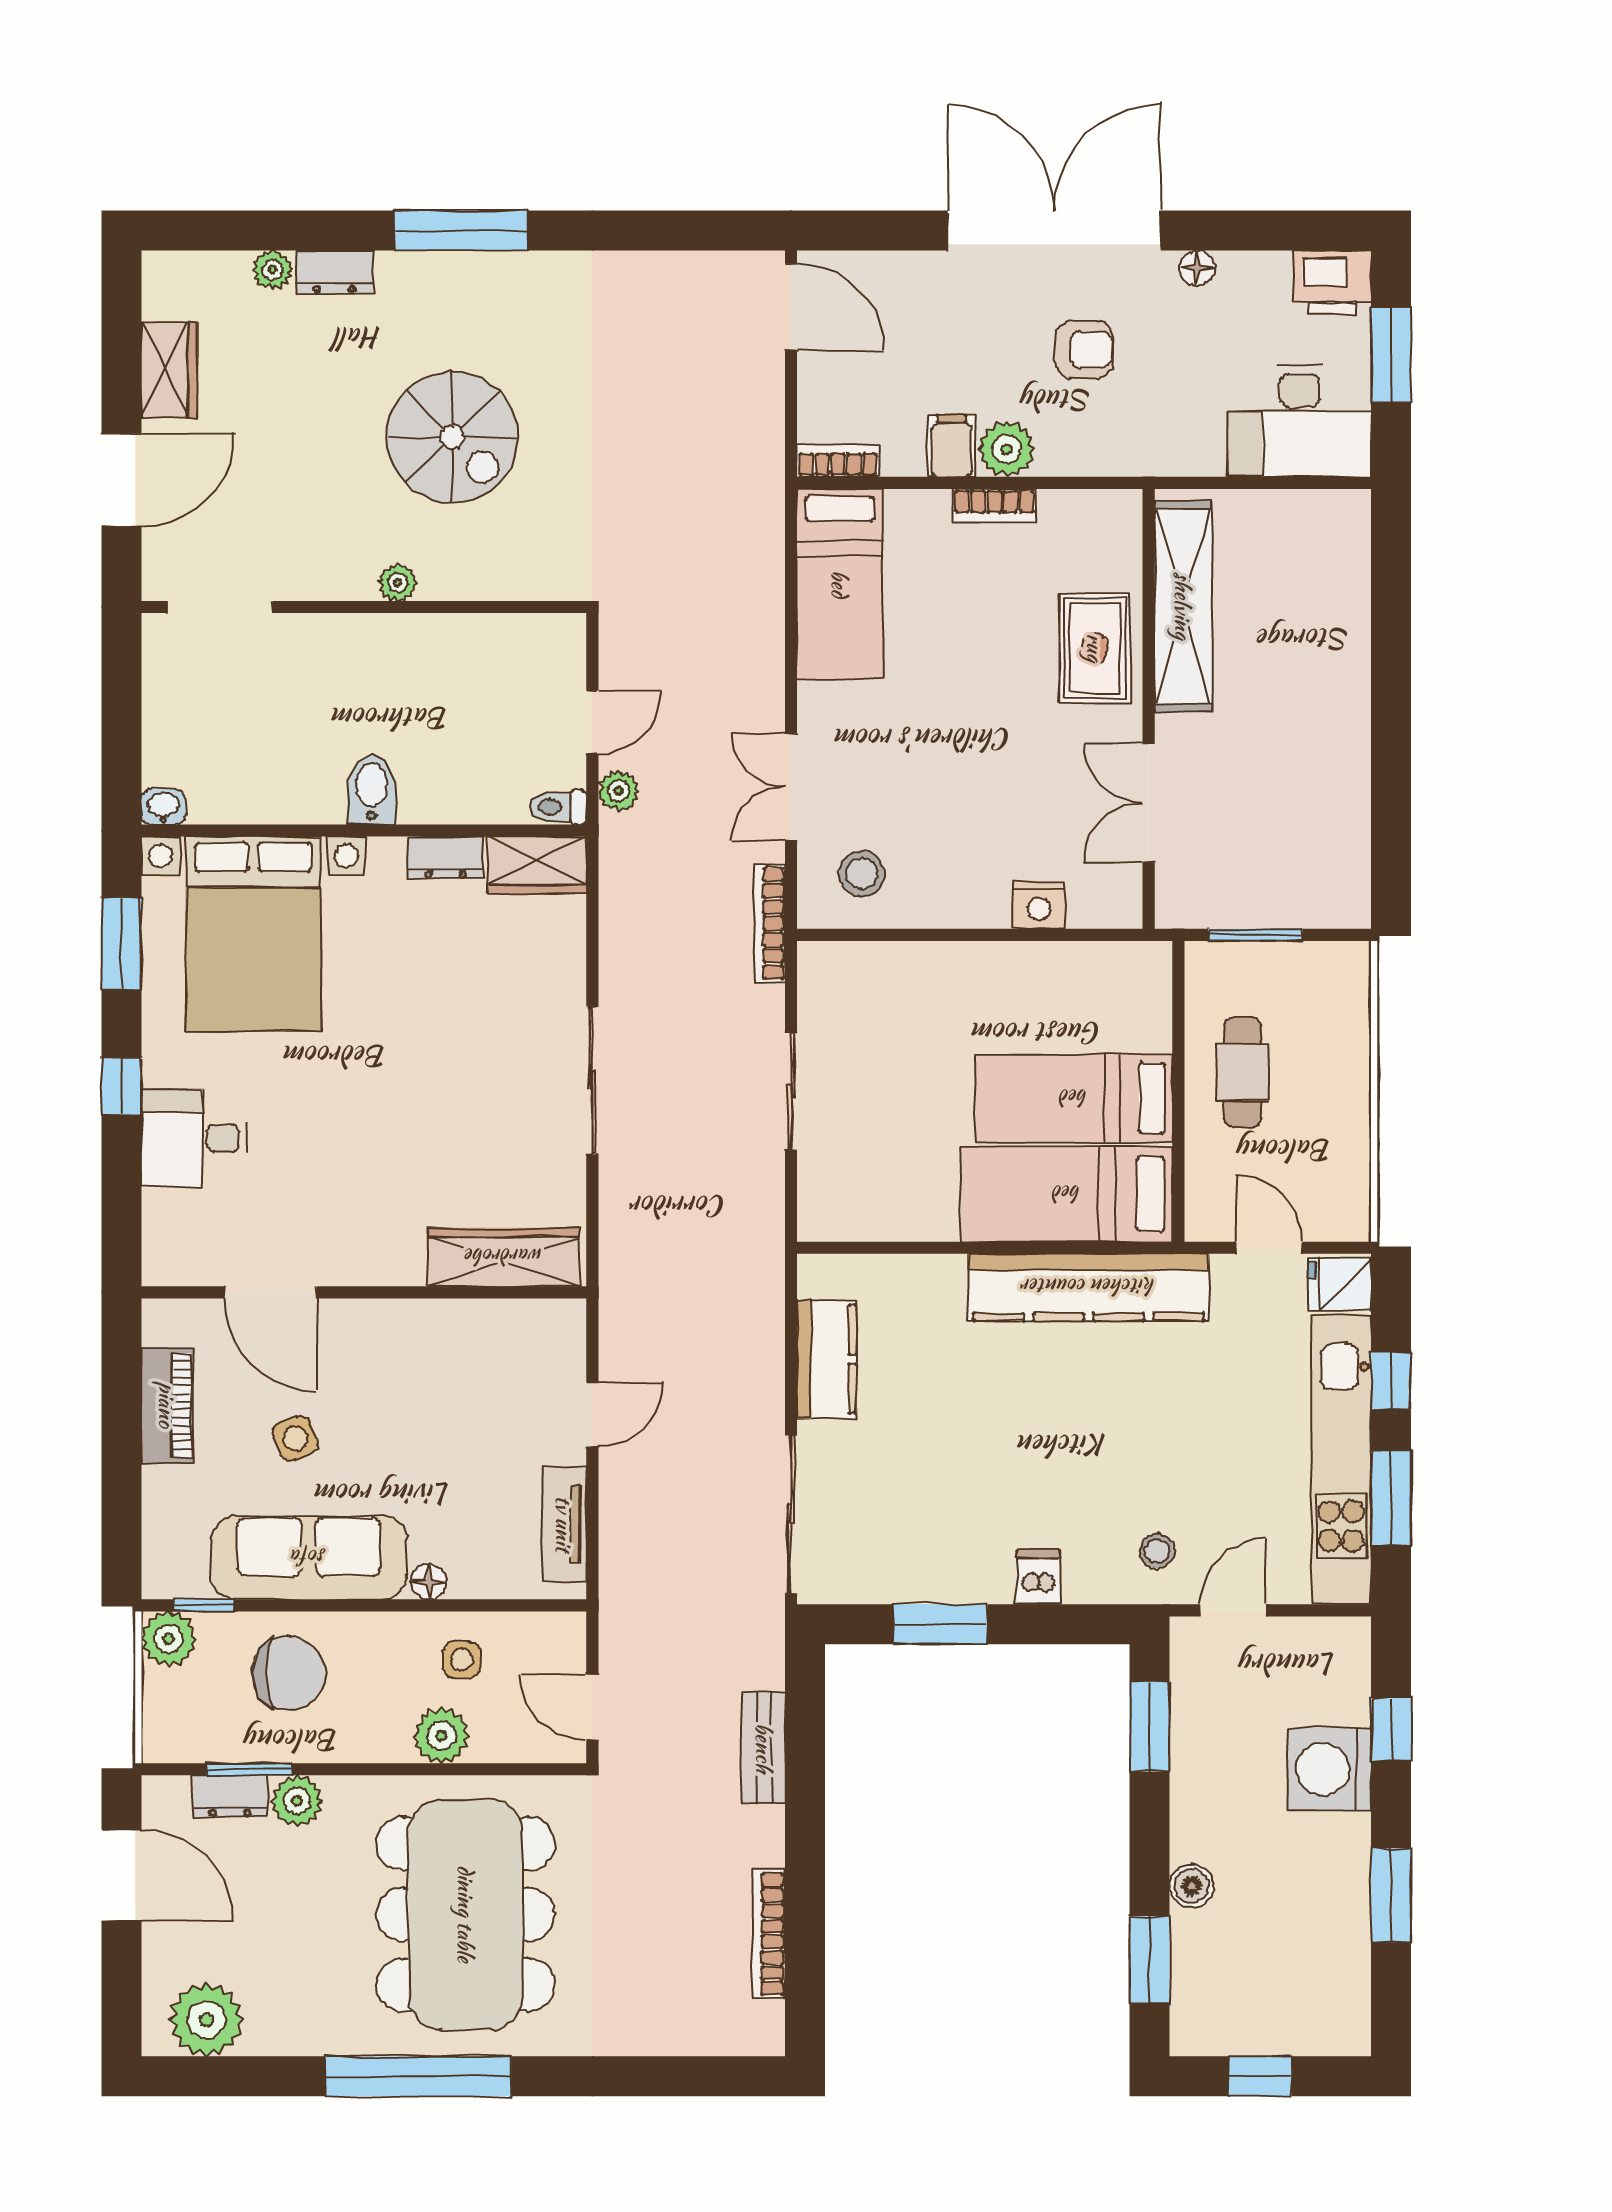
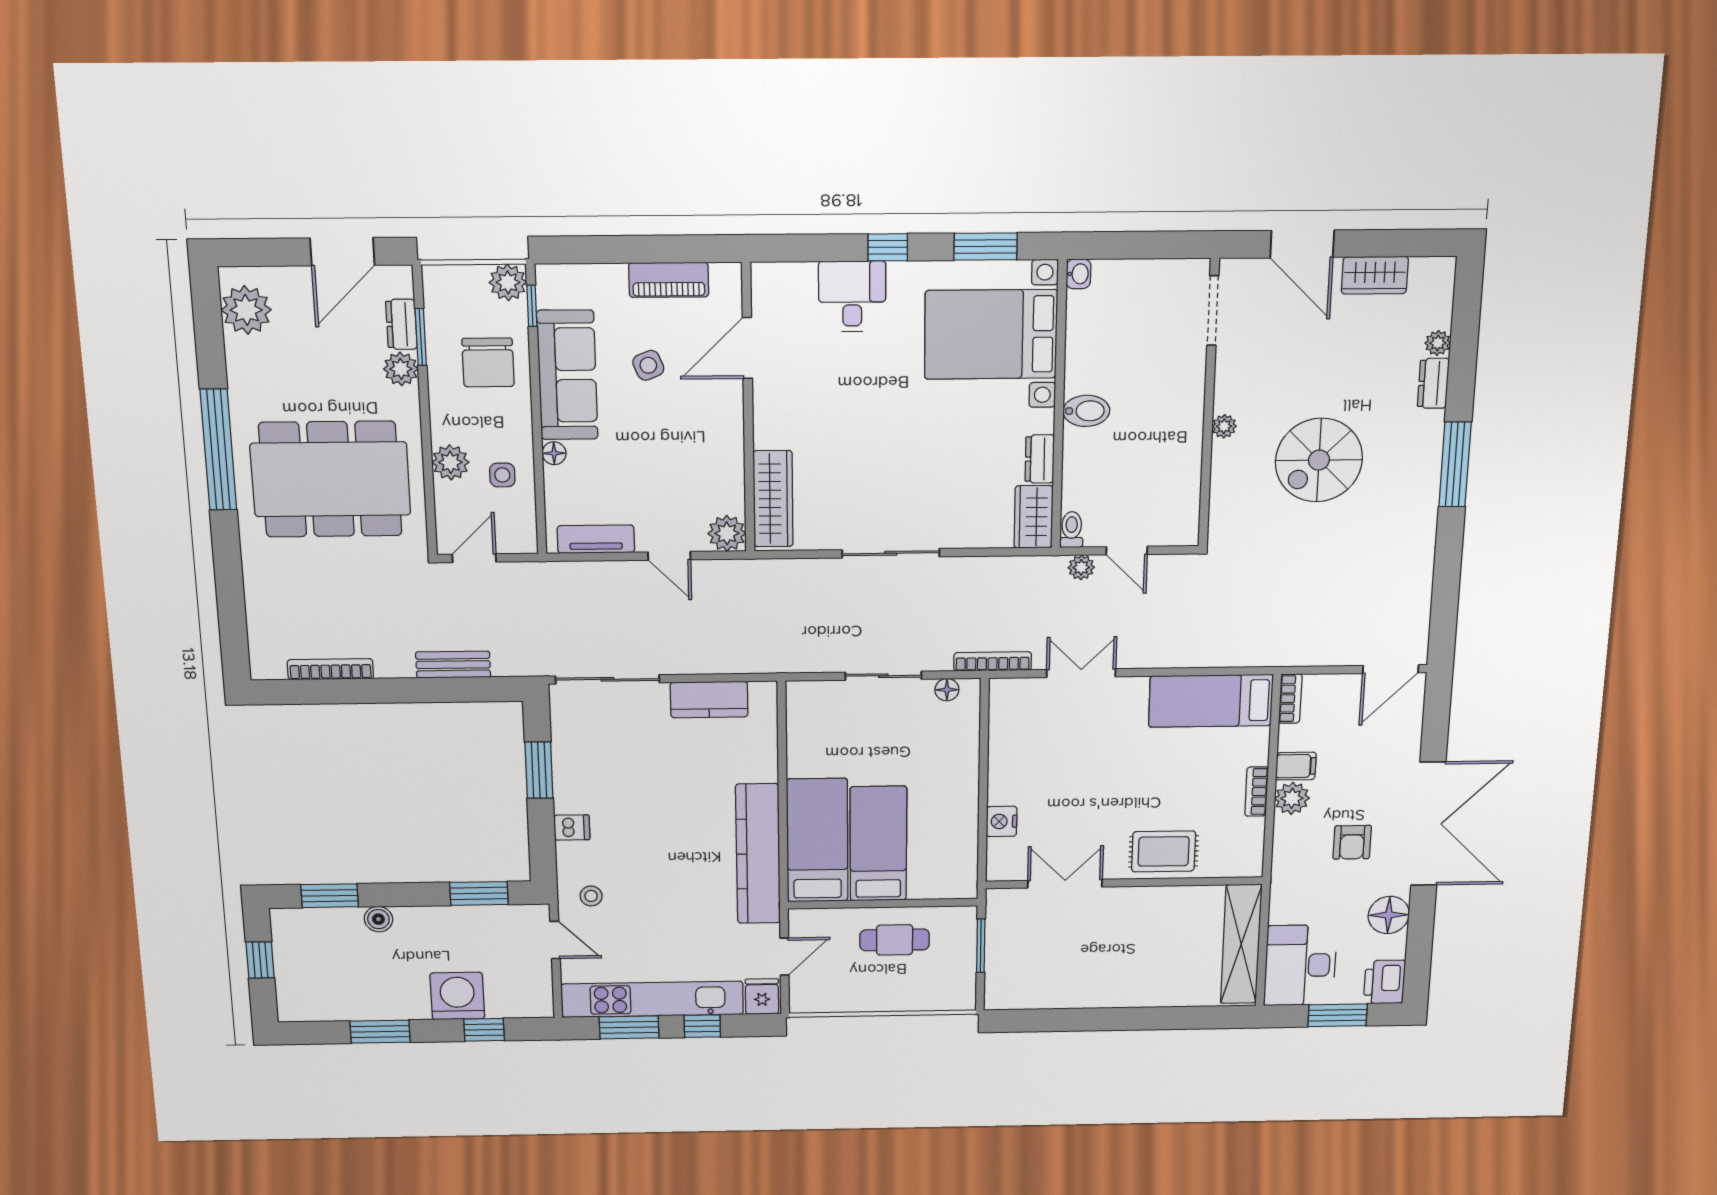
floor lamp: (1197, 268) -> (1389, 915), width x1.89, depth x1.89
shelving: (1183, 606) -> (1241, 944), moved, turned 90
stool: (862, 874) -> (1024, 716), removed
floor lamp: (815, 993) -> (947, 690), added
plant: (558, 1327) -> (727, 533), added

